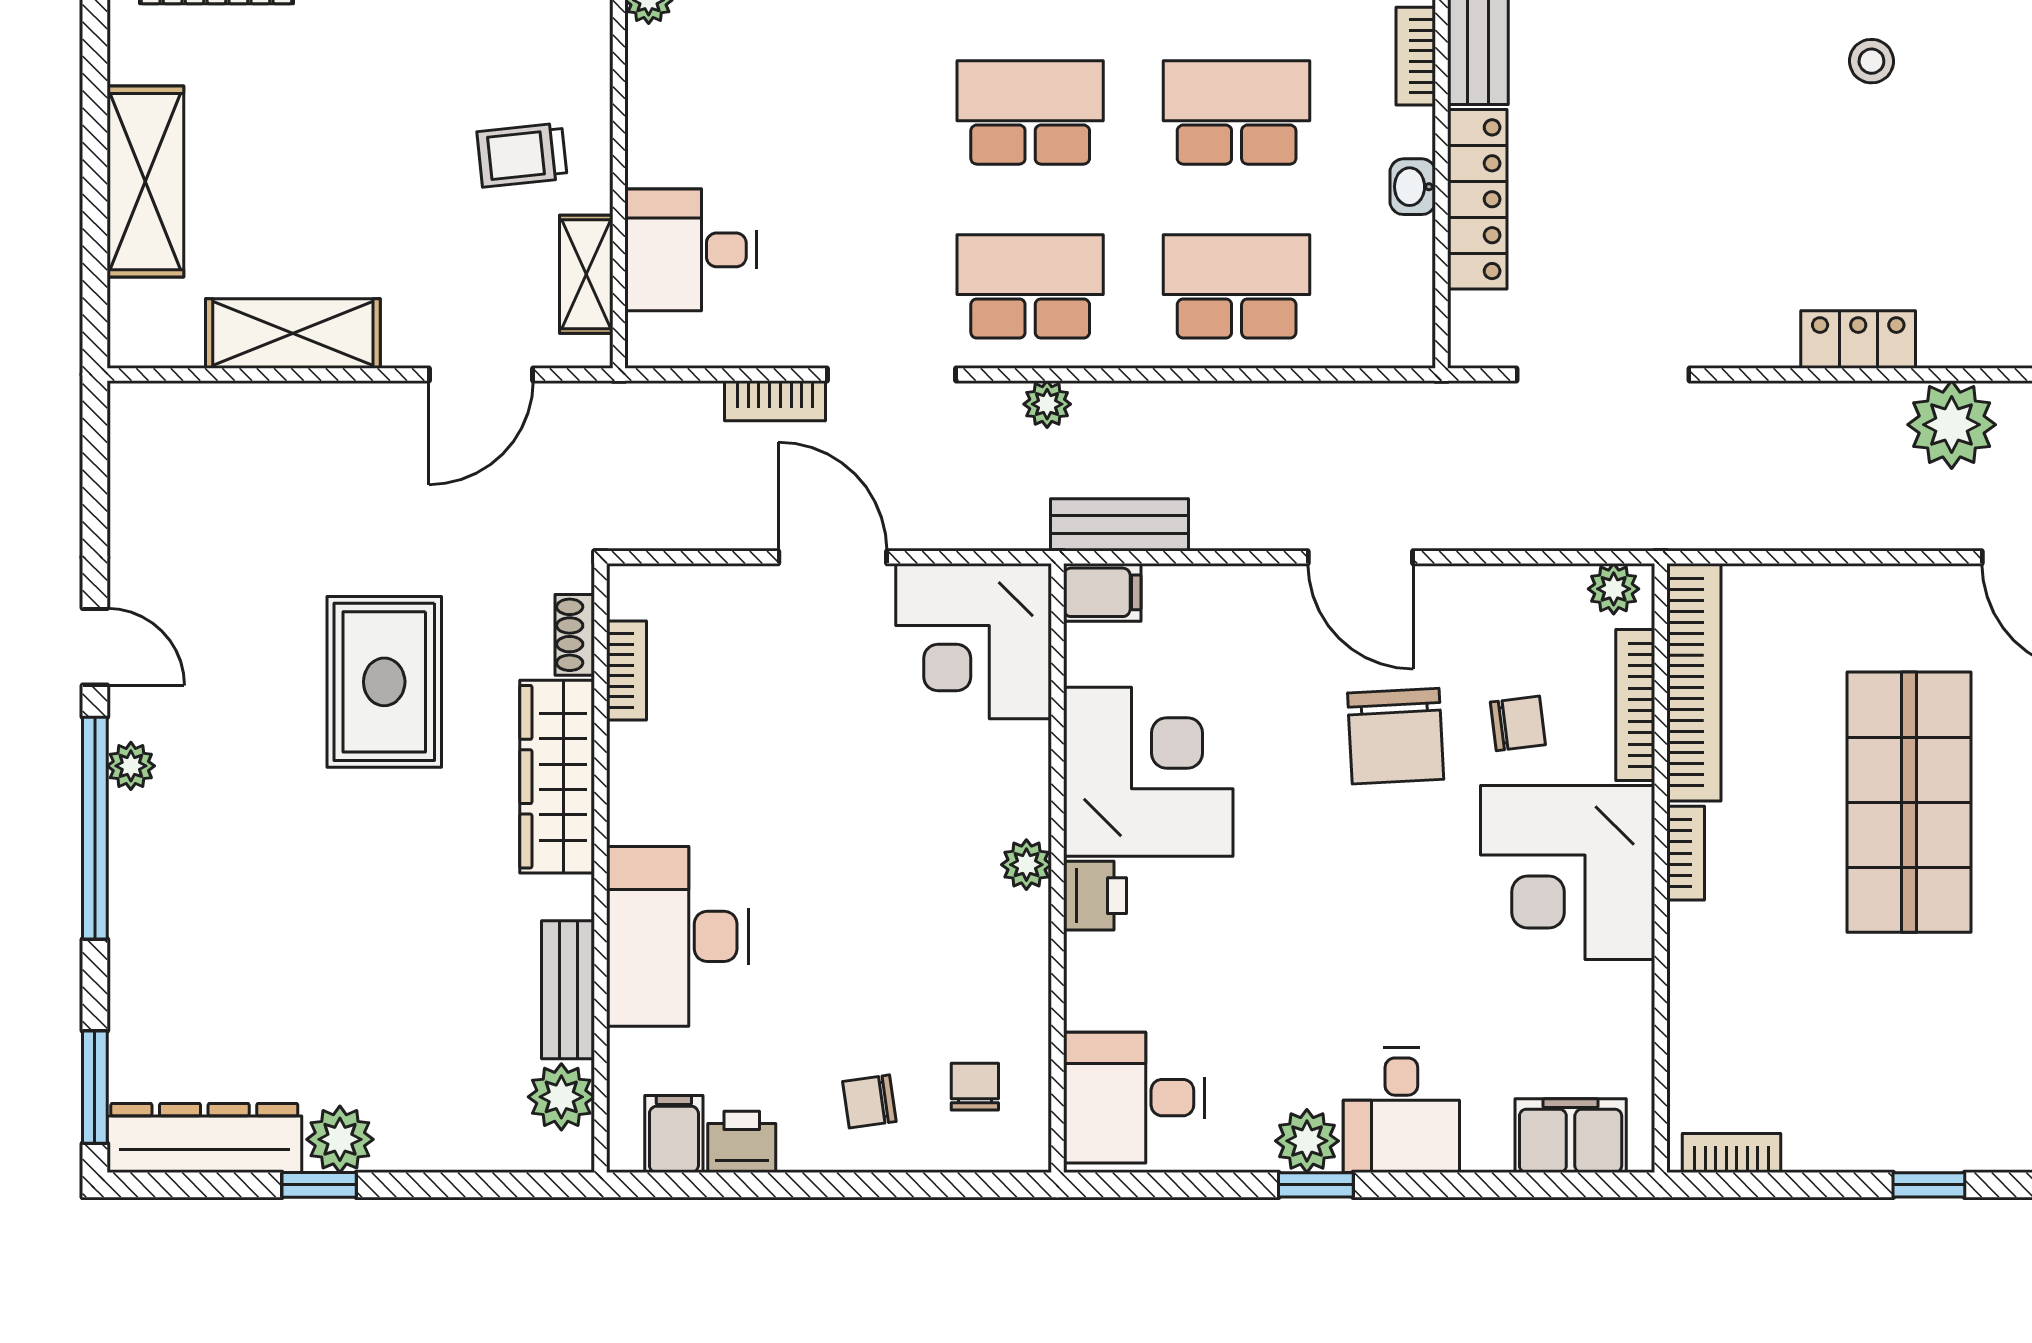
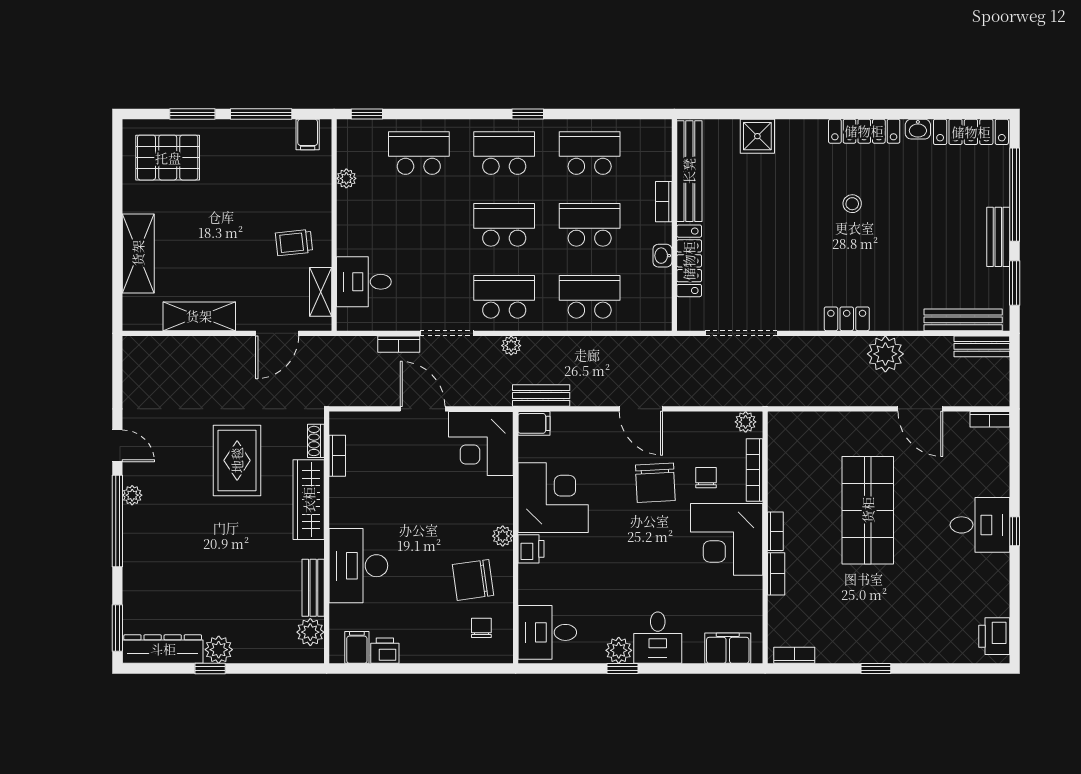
bookcase: (1694, 682) -> (776, 574), moved, width x0.43, depth x0.76
chair: (1518, 723) -> (706, 478), turned -83
chair: (869, 1101) -> (473, 580), moved, width x1.87, depth x1.87

